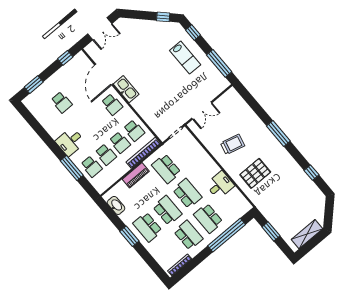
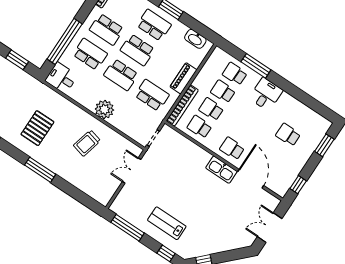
plant: (210, 168) -> (104, 109), added
pallet: (255, 173) -> (37, 128), moved
desk: (220, 185) -> (61, 78), moved, turned 90

